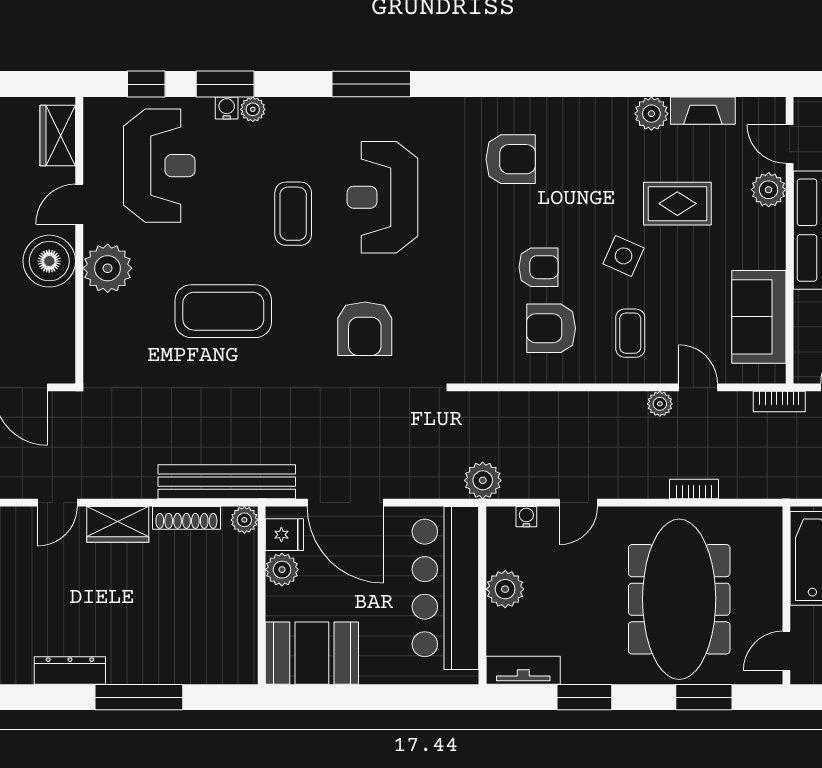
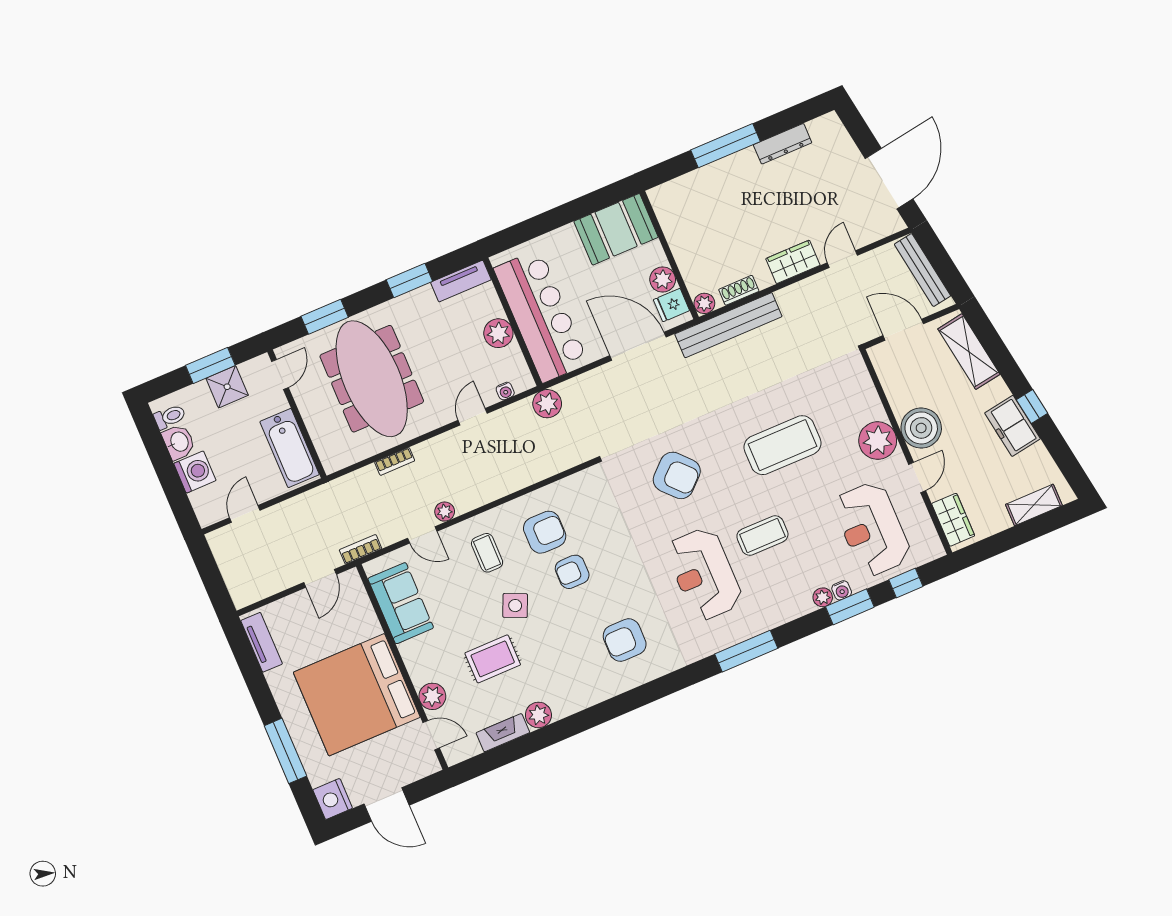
reception desk: (382, 197) -> (704, 574), turned 180
coffee table: (293, 214) -> (762, 535), turned 90
armchair: (365, 329) -> (677, 475), turned 137
shoe rack: (186, 518) -> (739, 290), width x0.70

